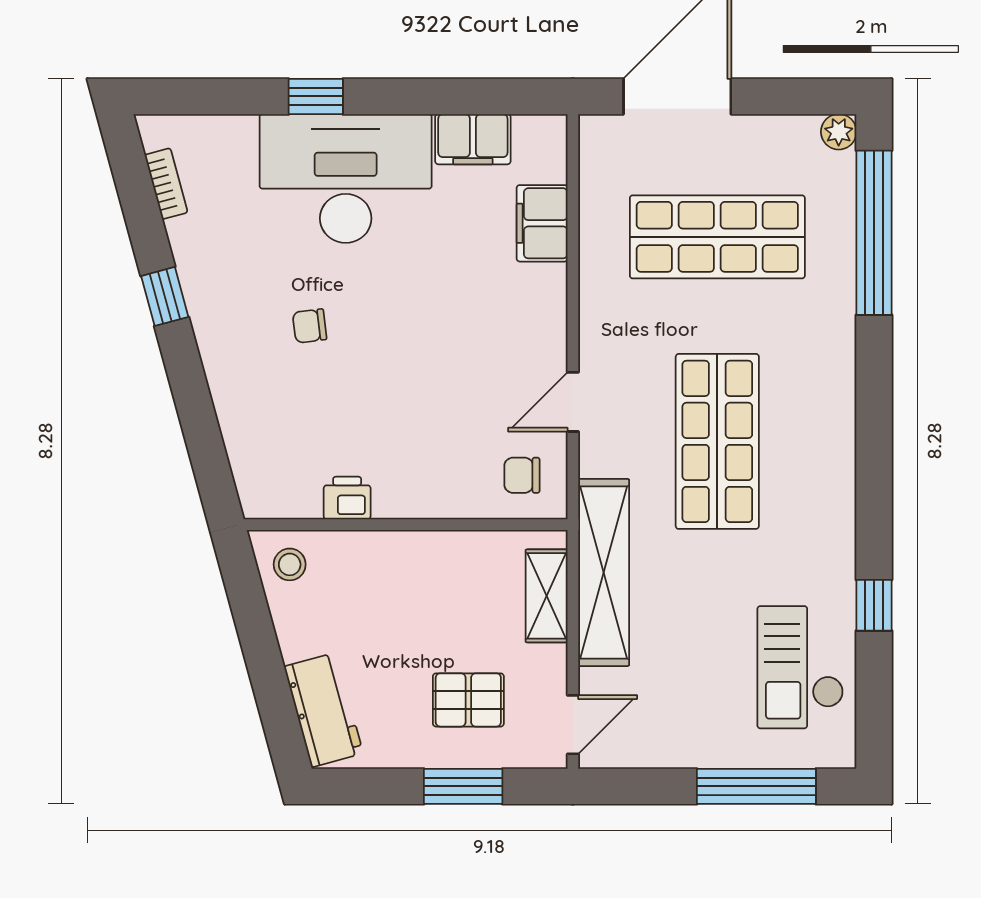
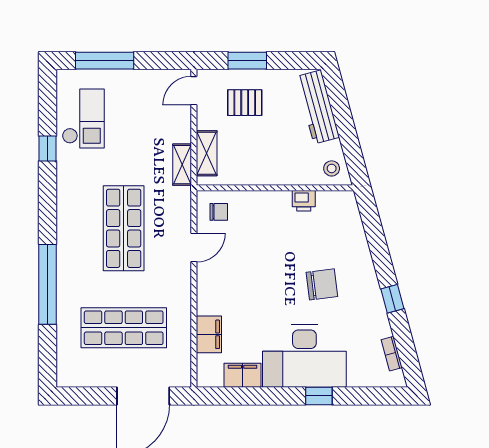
plant: (839, 132) -> (65, 379), removed
window: (874, 233) -> (48, 284), moved
chair: (310, 326) -> (322, 284), width x1.87, depth x1.87
shelving: (604, 572) -> (182, 165), width x0.45, depth x0.75
workbench: (324, 710) -> (318, 107), width x1.38

